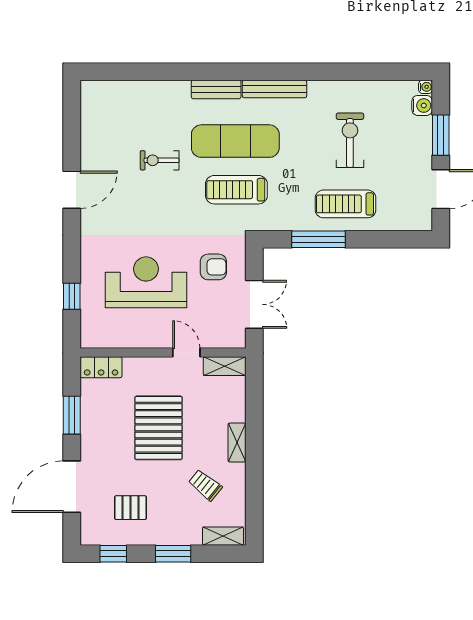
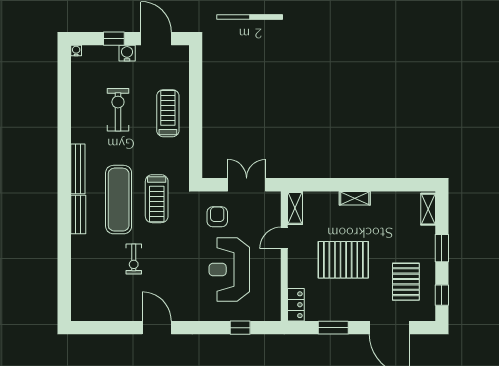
water cooler: (422, 105) -> (127, 53), moved
window: (441, 135) -> (114, 39), width x0.67
exercise bike: (350, 140) -> (118, 110), turned 90
treadmill: (346, 204) -> (168, 113), turned 180
window: (319, 239) -> (196, 134), removed
trolley: (205, 485) -> (388, 223), removed
pallet: (130, 508) -> (406, 282), width x1.50, depth x1.42

